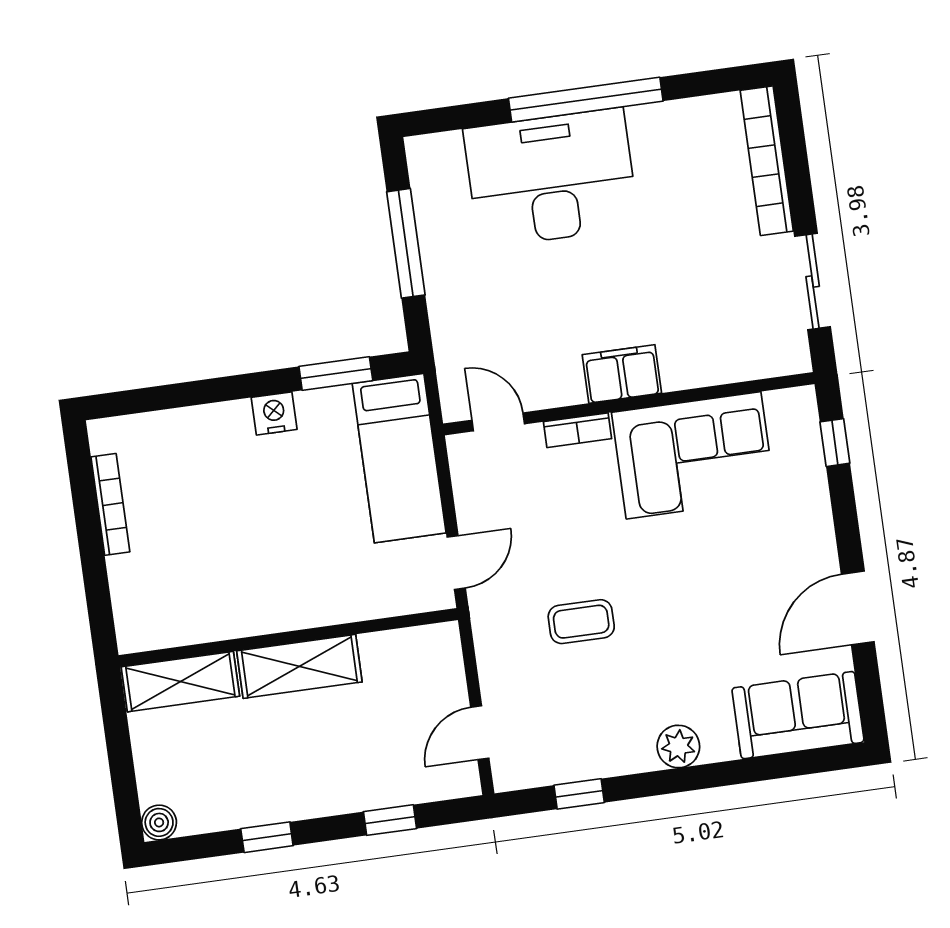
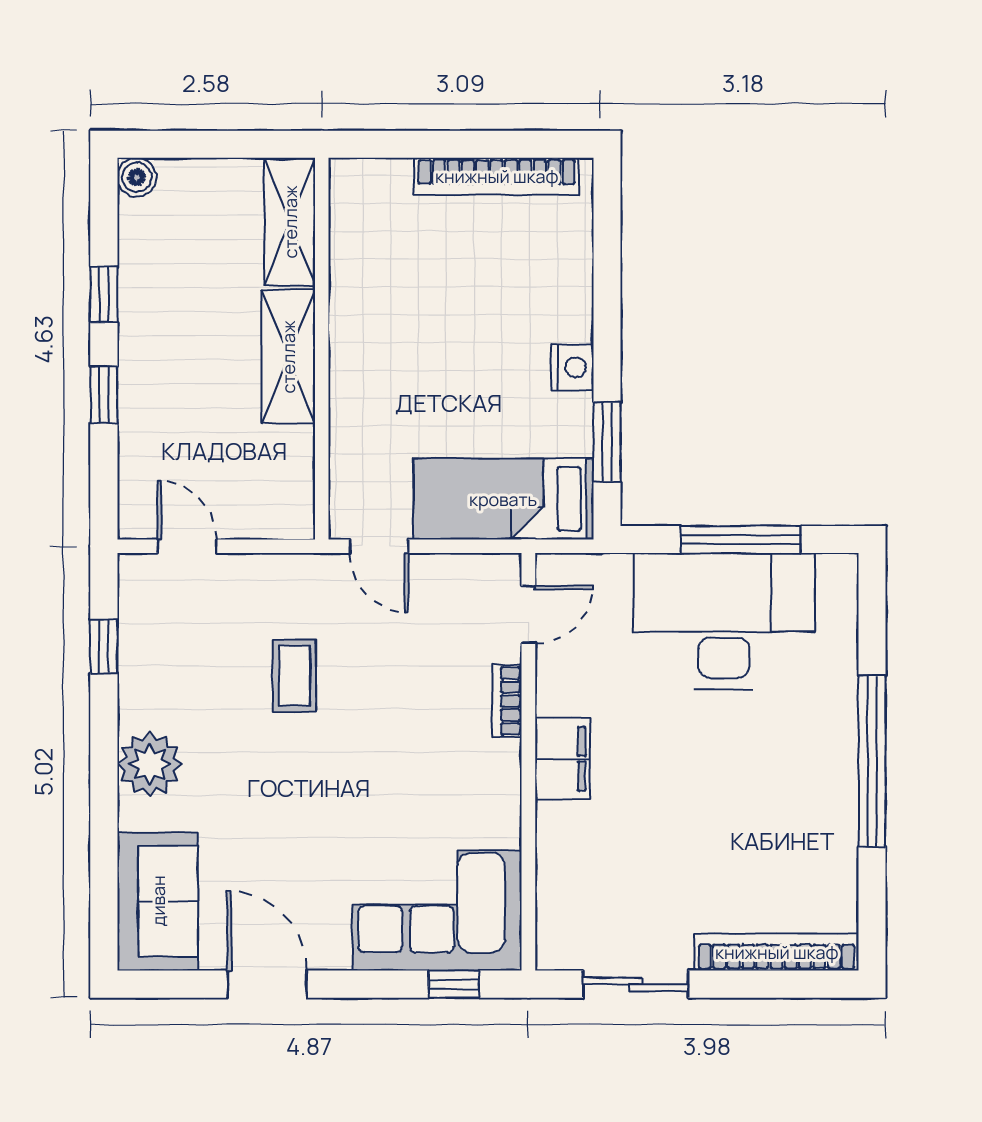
desk: (551, 178) -> (724, 621), moved, turned -90
corner sofa: (694, 455) -> (437, 910), moved, turned 90
bookcase: (110, 504) -> (497, 176), width x1.48, depth x1.31
plant: (678, 746) -> (150, 764), width x1.36, depth x1.36
window: (390, 820) -> (104, 395), moved

